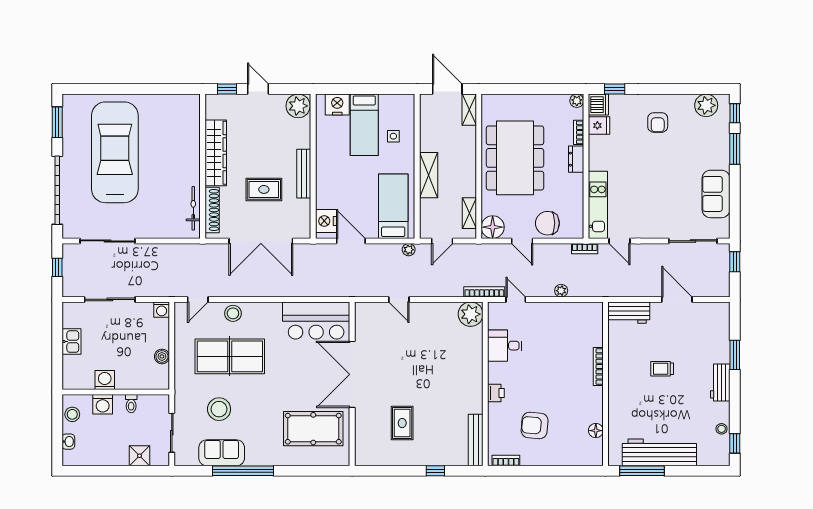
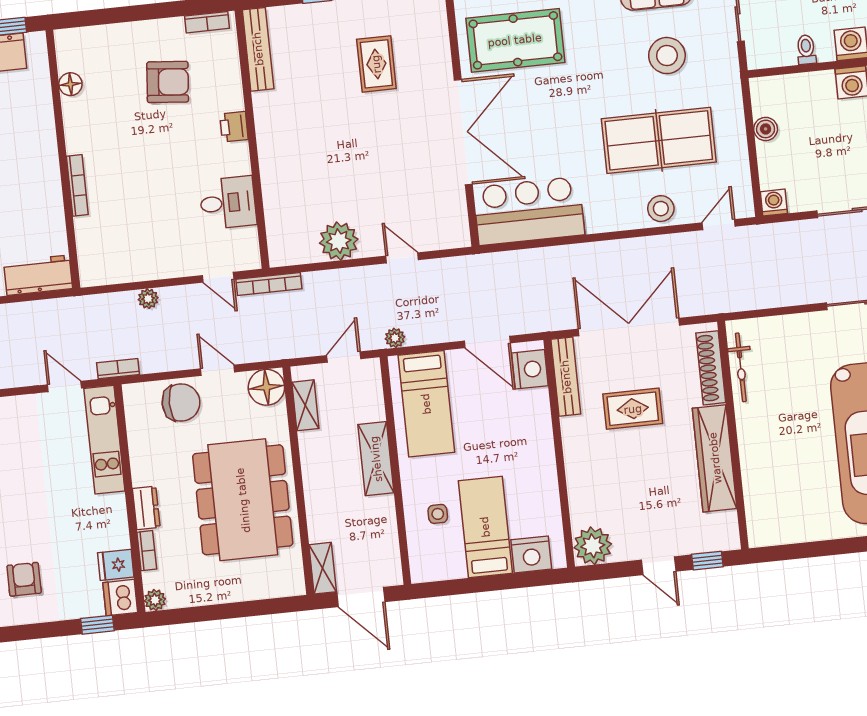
bench: (304, 174) -> (566, 377), moved
plant: (471, 314) -> (339, 241), moved

